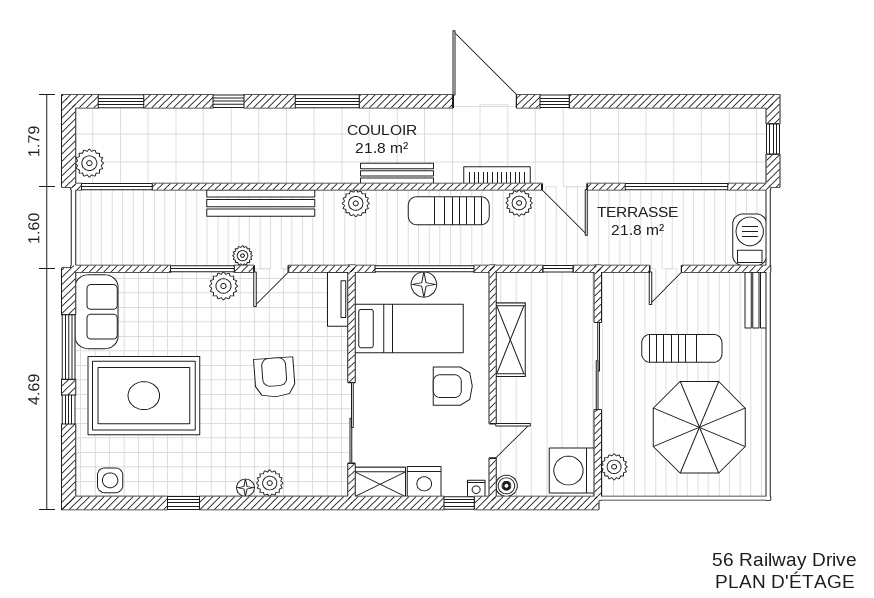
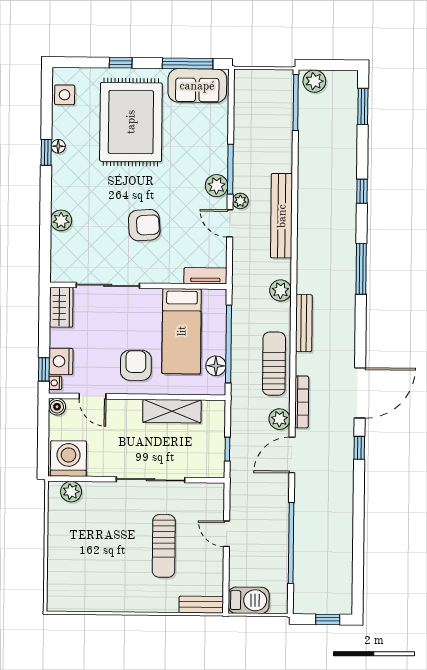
floor lamp: (424, 284) -> (216, 366), moved
window: (69, 347) -> (188, 63), moved
parasol: (699, 427) -> (101, 559), removed
nightstand: (424, 481) -> (61, 361), moved
floor lamp: (245, 488) -> (58, 146), moved

